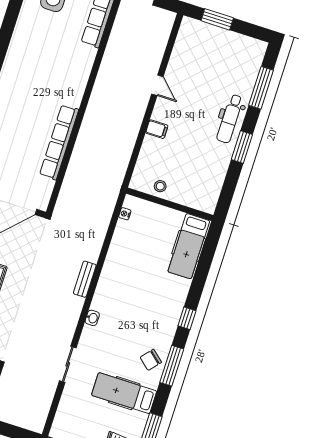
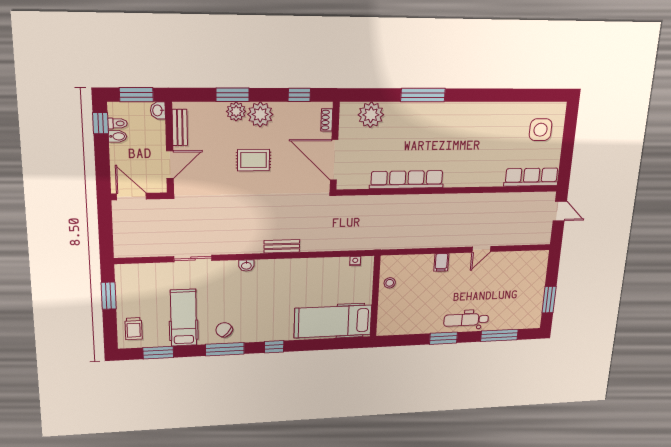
window: (217, 19) -> (549, 300), moved
hospital bed: (189, 246) -> (333, 321), width x1.37, depth x1.29

